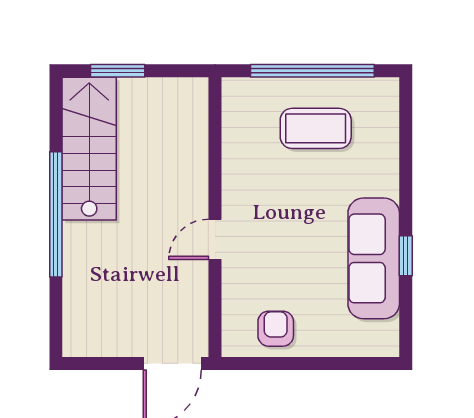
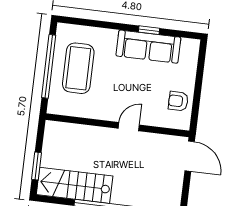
coffee table: (316, 128) -> (78, 68), width x1.36, depth x1.32
door: (215, 239) -> (129, 127), swing flipped

